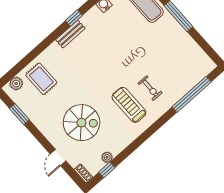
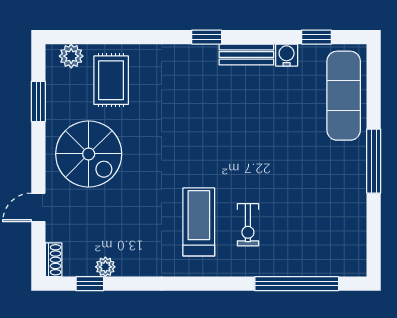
window: (74, 18) -> (207, 37), moved
bench: (70, 34) -> (246, 54), moved
spiral stairs: (81, 123) -> (89, 154), moved

